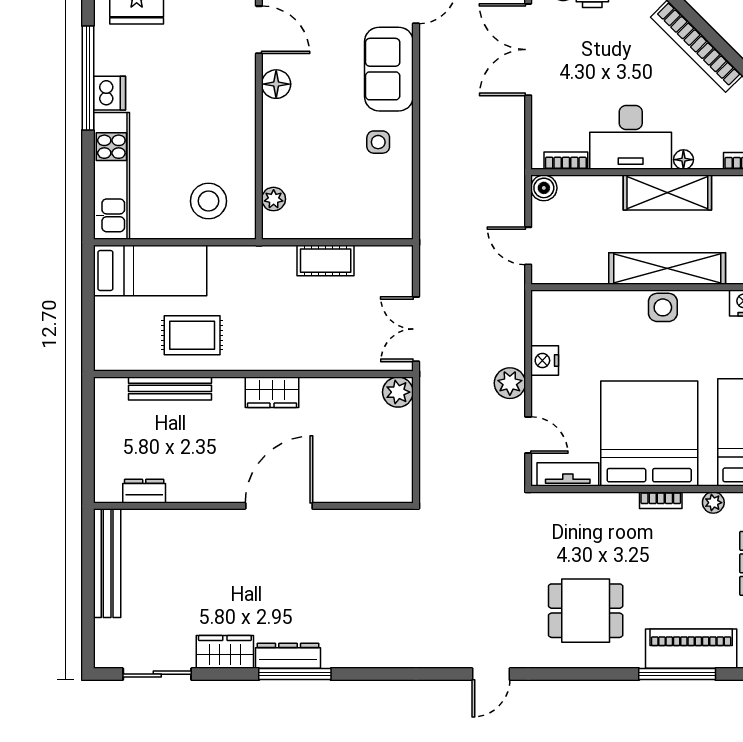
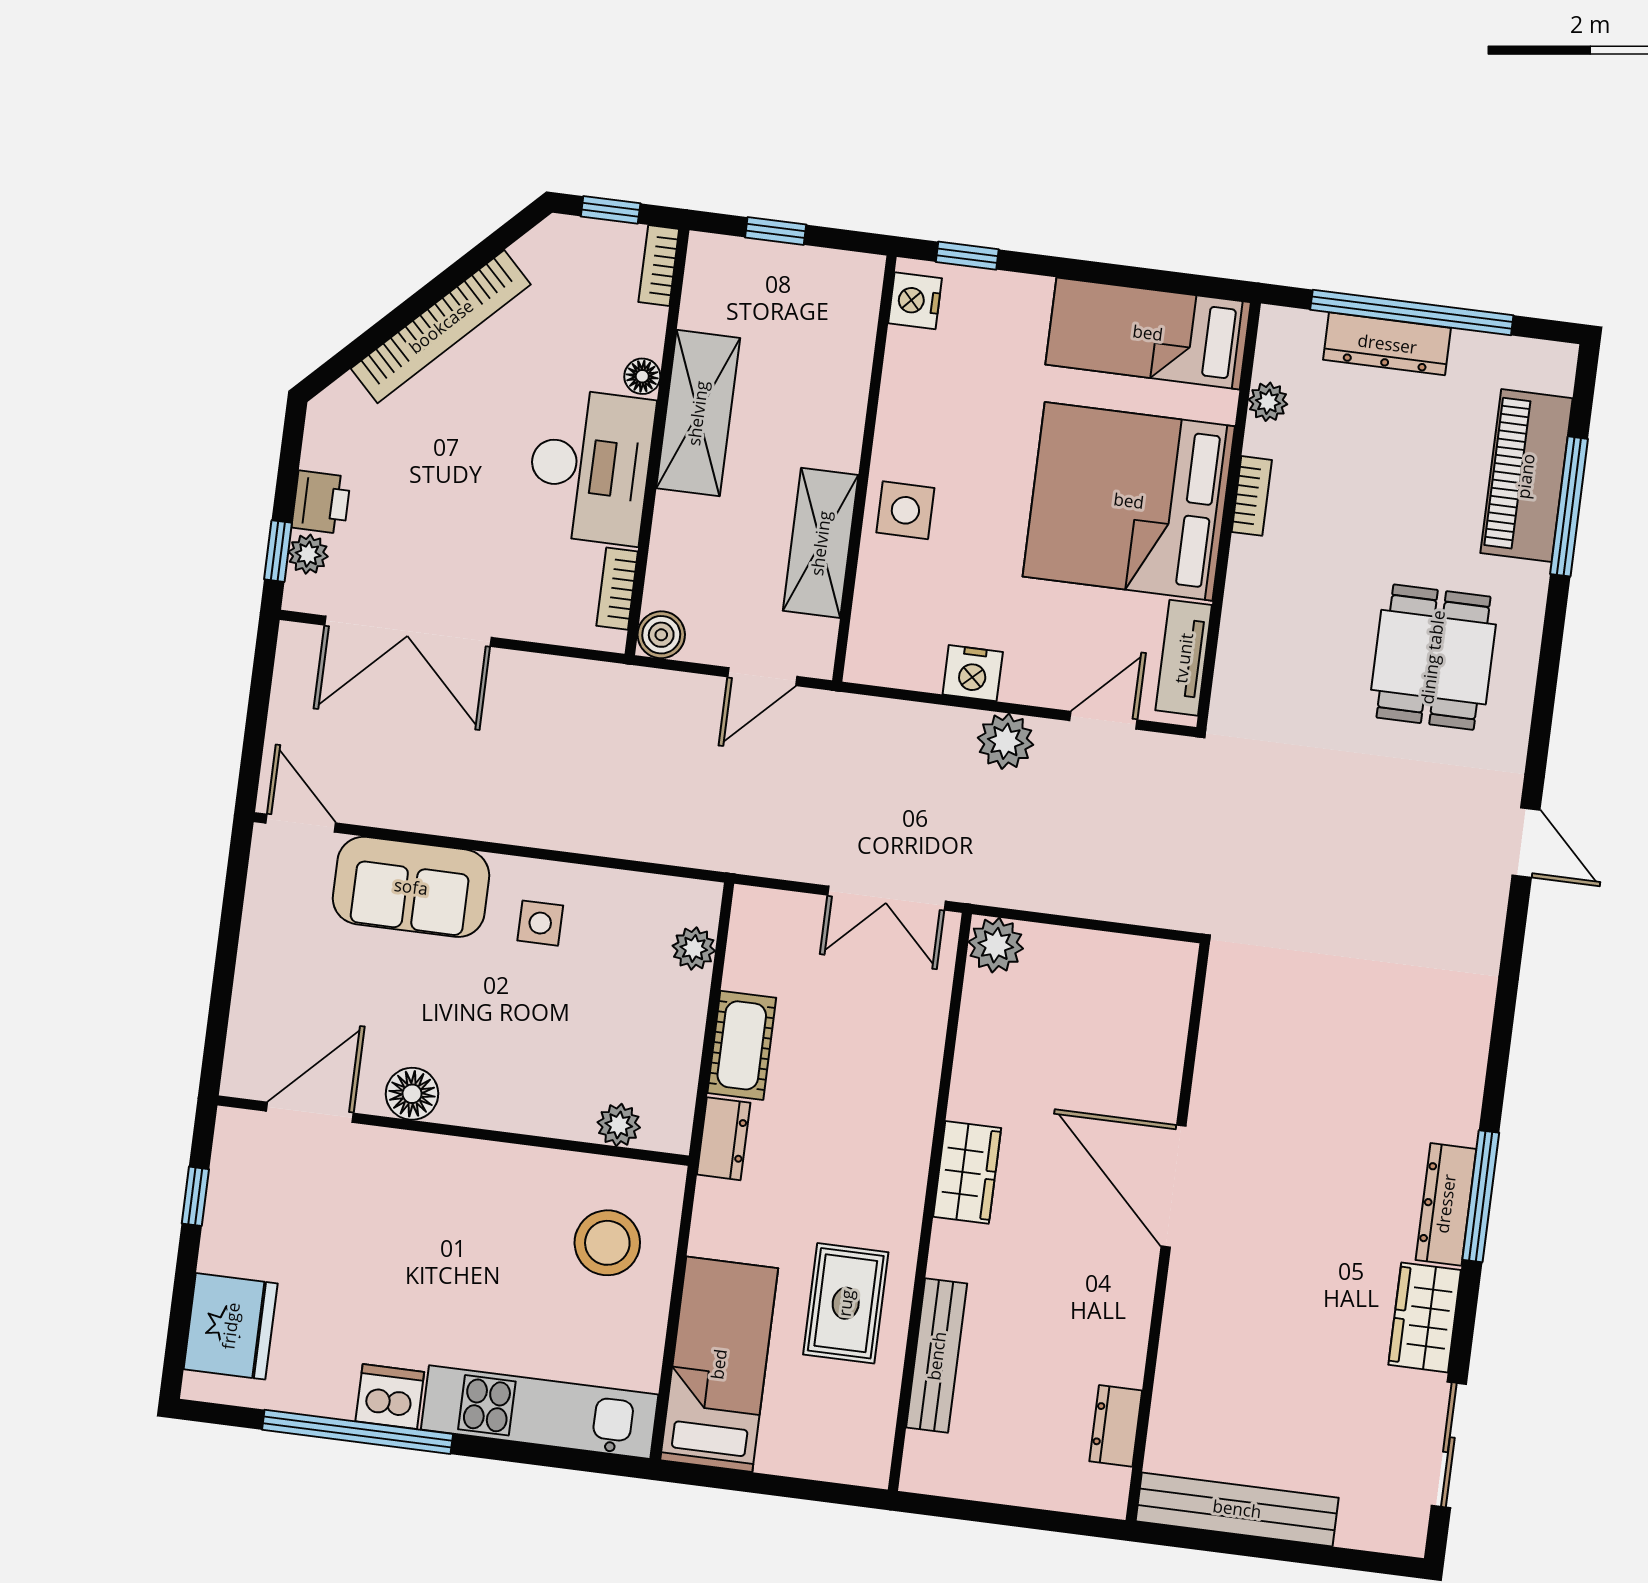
plant: (375, 228) -> (694, 948), added
dresser: (273, 257) -> (724, 1139), added
shelving: (667, 268) -> (821, 543), moved, width x0.68
side table: (663, 307) -> (905, 510), moved

